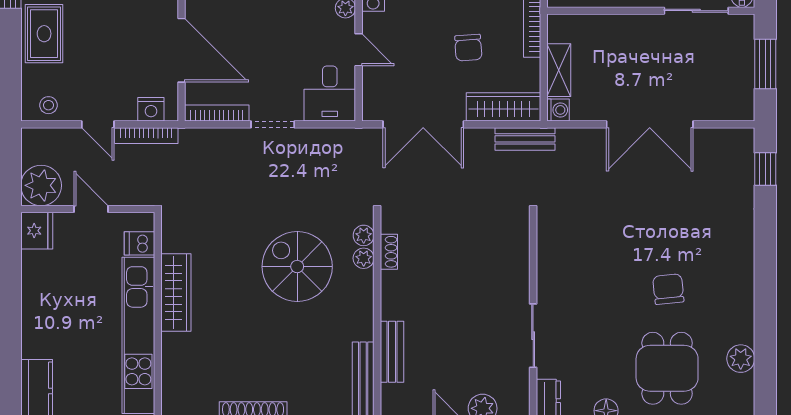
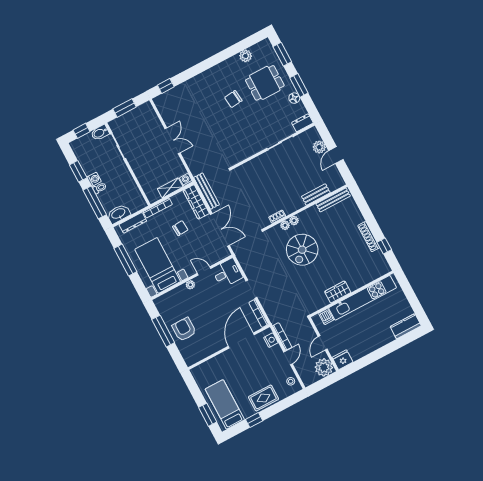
door: (359, 50) -> (204, 271), hinge flipped
double door: (650, 124) -> (172, 141), width x0.73
bench: (525, 139) -> (207, 191), width x1.36
plant: (364, 235) -> (294, 221), moved
wardrobe: (176, 292) -> (338, 292), width x0.67

